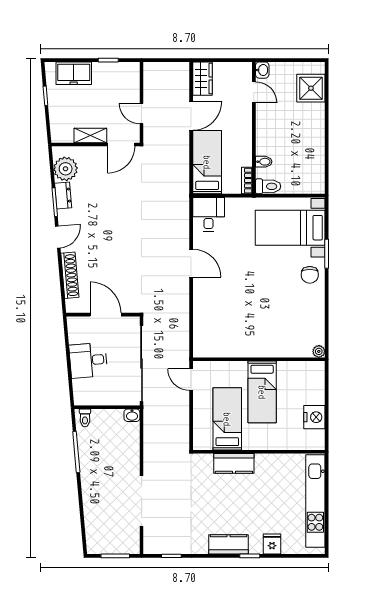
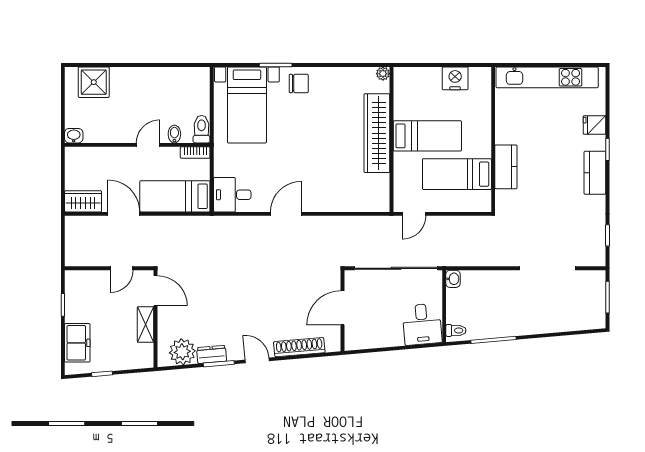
door: (254, 92) -> (148, 145), moved
wardrobe: (265, 346) -> (377, 133), added
desk: (88, 360) -> (422, 324), moved

